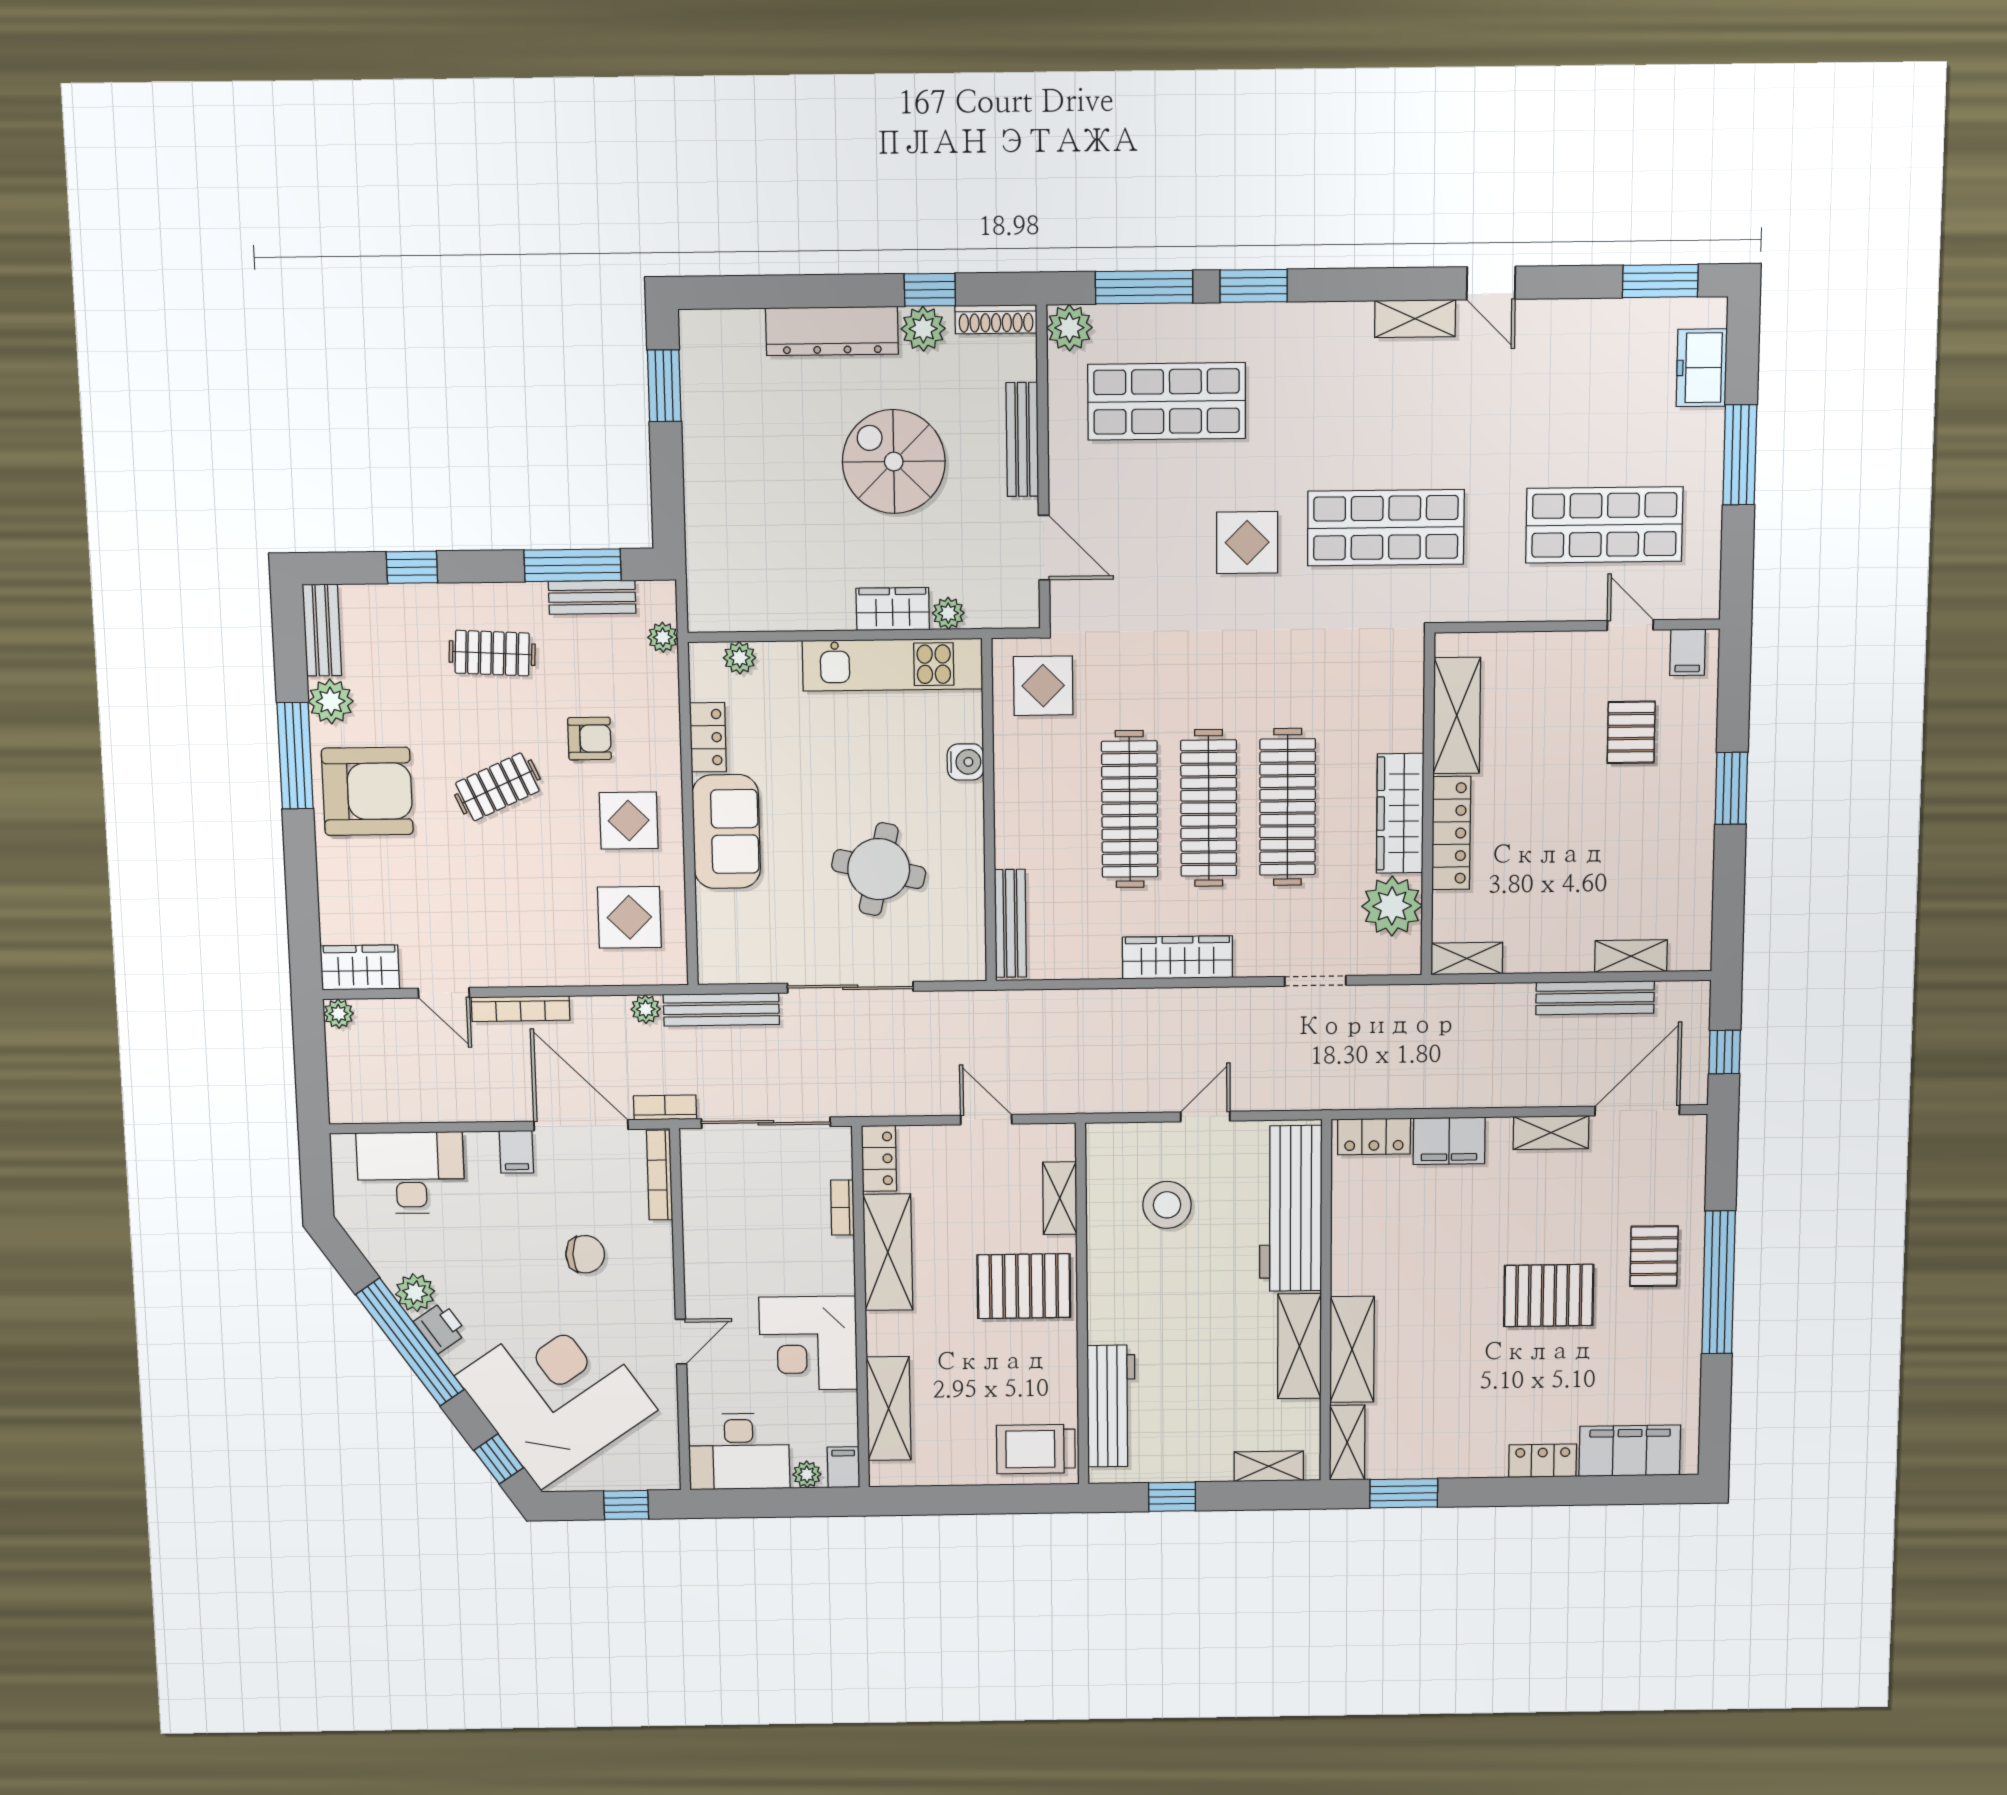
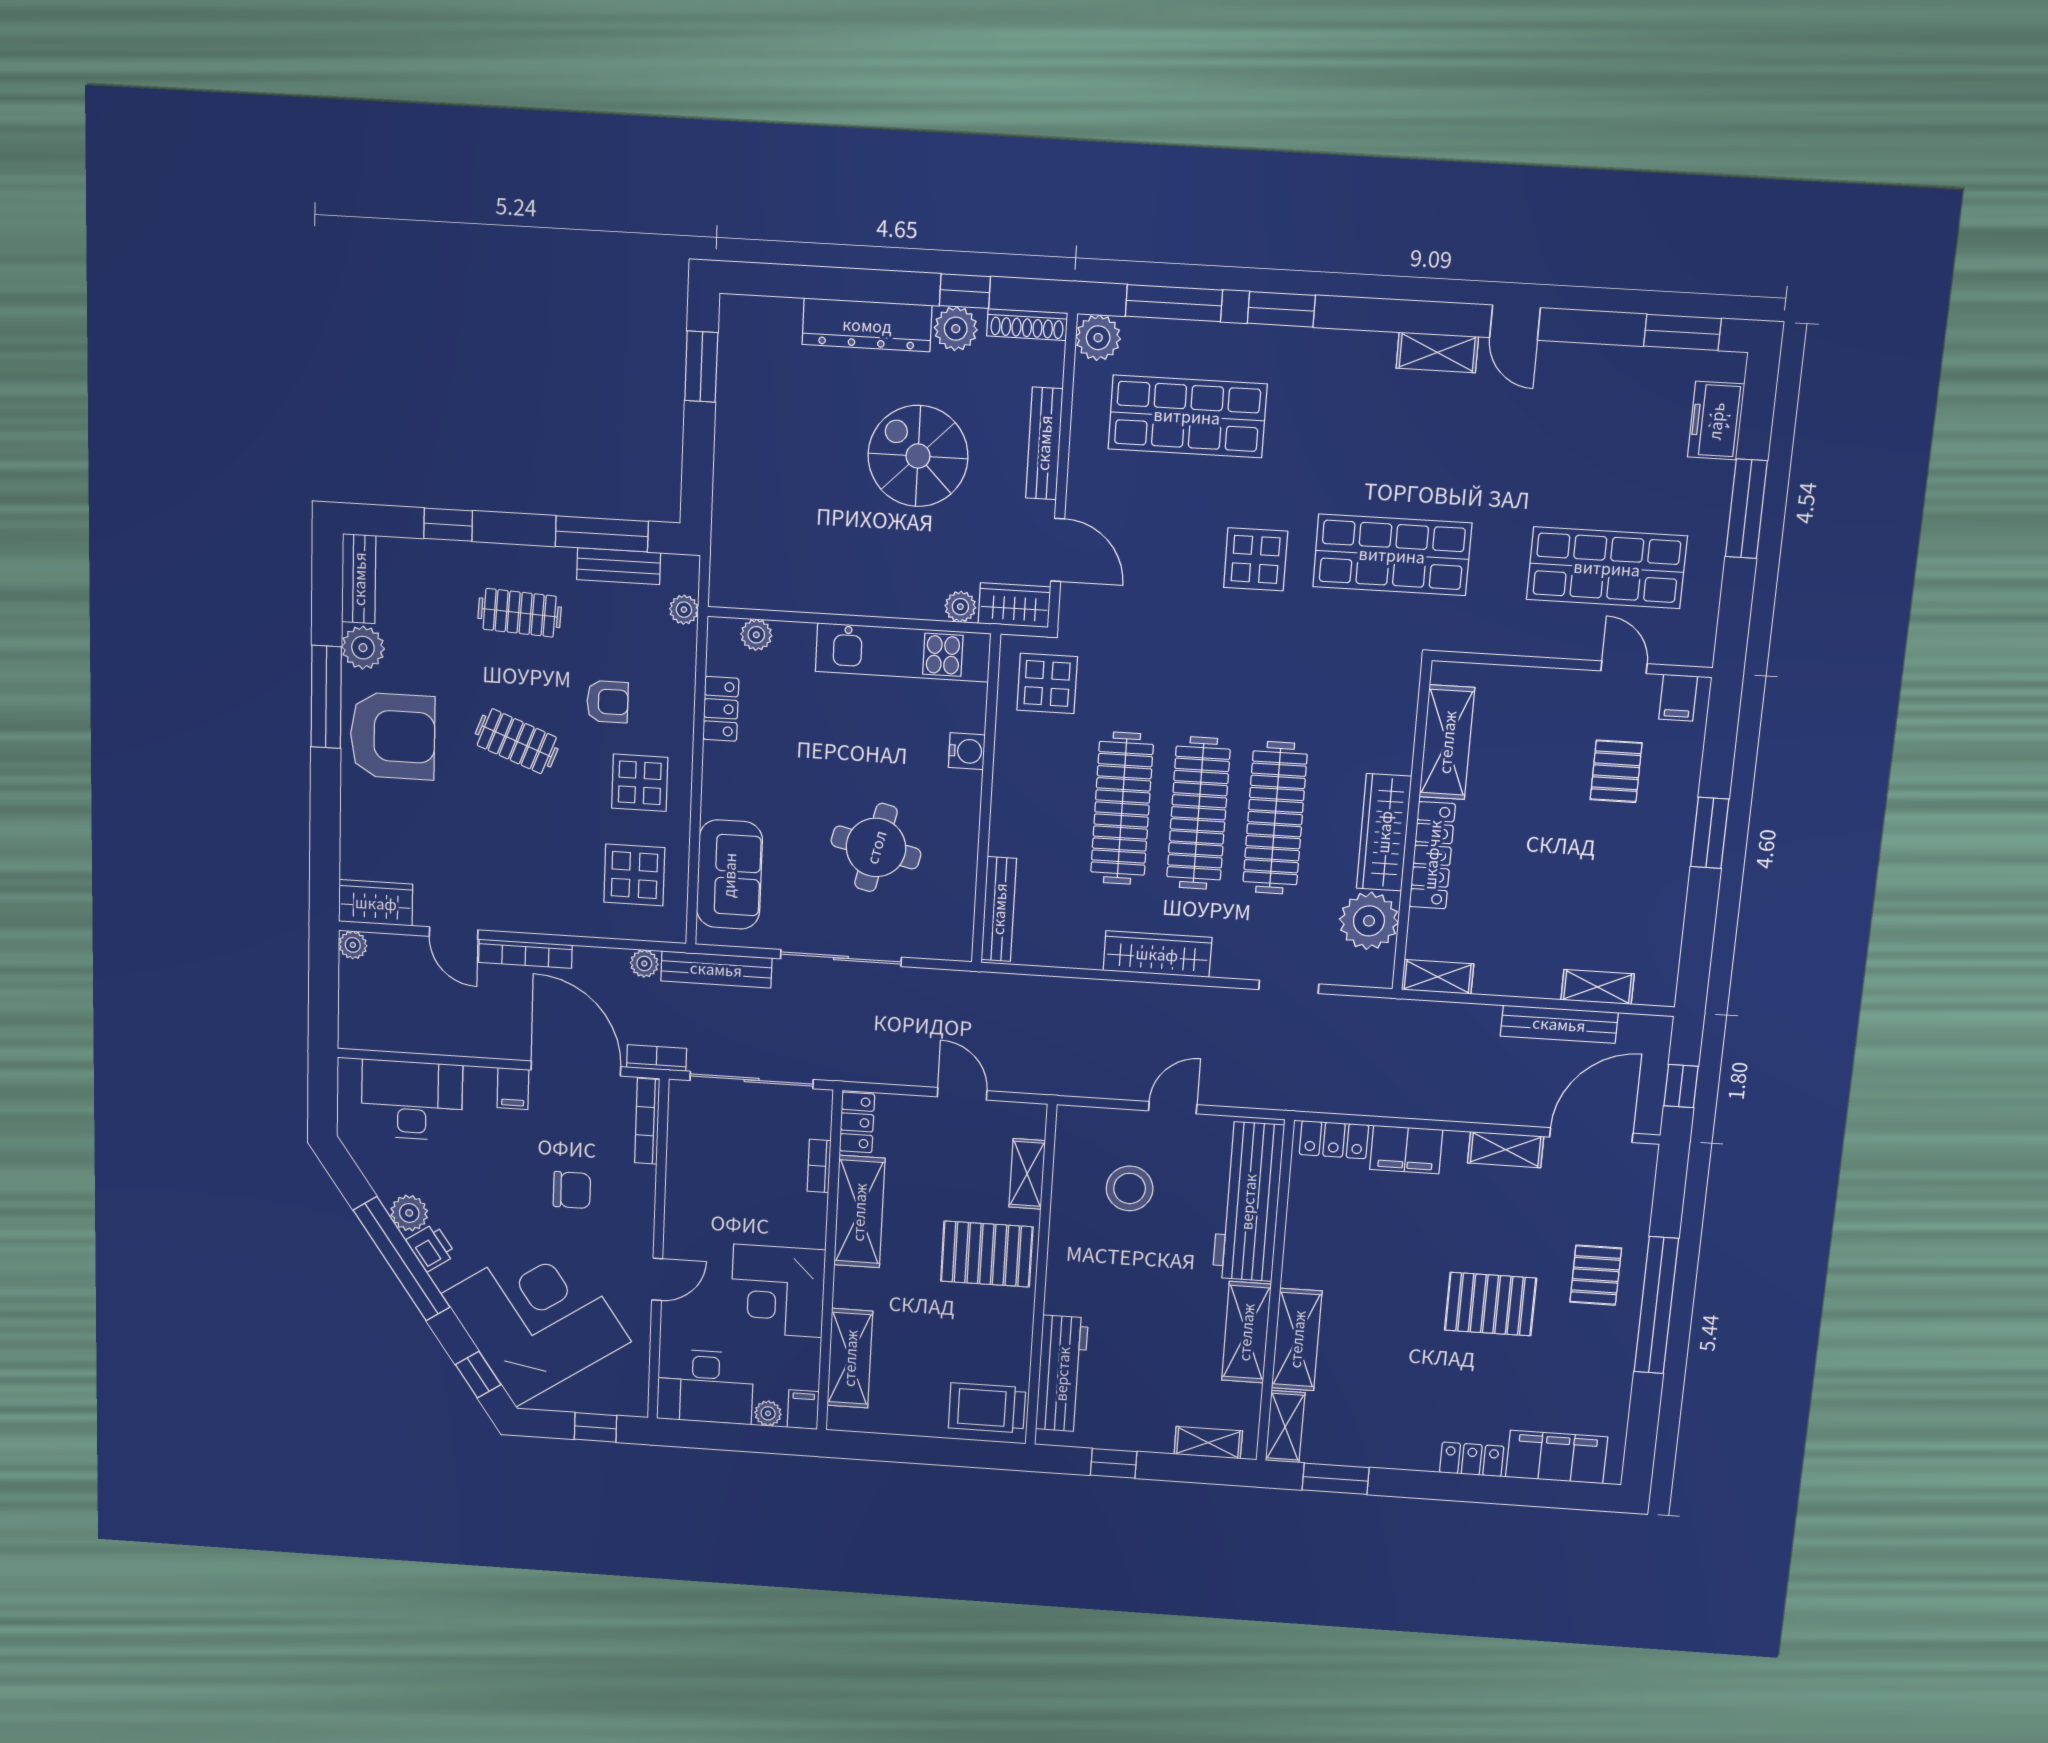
wardrobe: (893, 609) -> (1014, 605), moved
clothes rail: (497, 787) -> (517, 741), turned 45
sofa: (726, 832) -> (729, 875), moved

